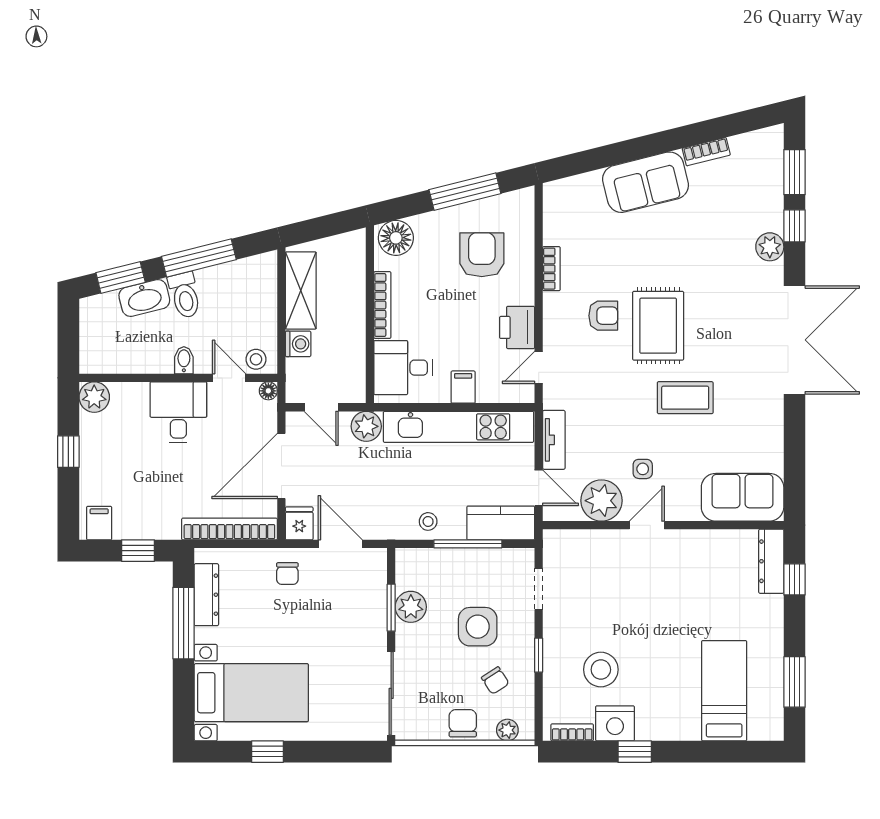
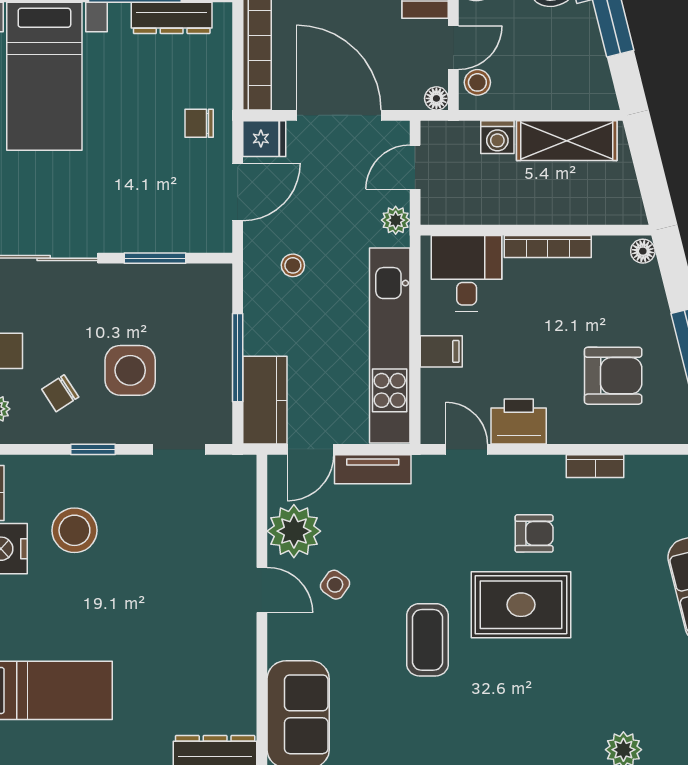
floor lamp: (396, 238) -> (643, 251), width x0.53, depth x0.53
armchair: (603, 316) -> (534, 533), turned -90
plant: (366, 426) -> (396, 220), width x0.73, depth x0.73
side table: (643, 469) -> (335, 585), turned 35
stool: (428, 521) -> (293, 265), moved
plant: (411, 607) -> (156, 283), removed

